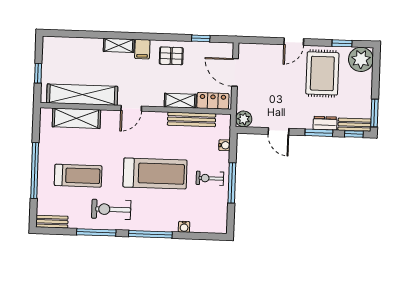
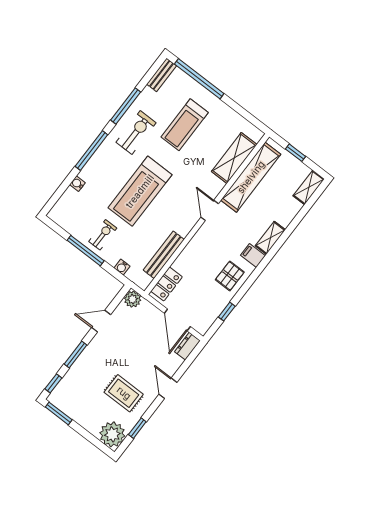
door: (235, 72) -> (177, 320), swing flipped
rug: (322, 73) -> (124, 393), width x0.73, depth x0.70
shelving: (180, 101) -> (309, 187), moved
dresser: (325, 123) -> (187, 346), moved, turned 180
bench: (354, 125) -> (61, 390), removed
window: (35, 170) -> (199, 79), moved

